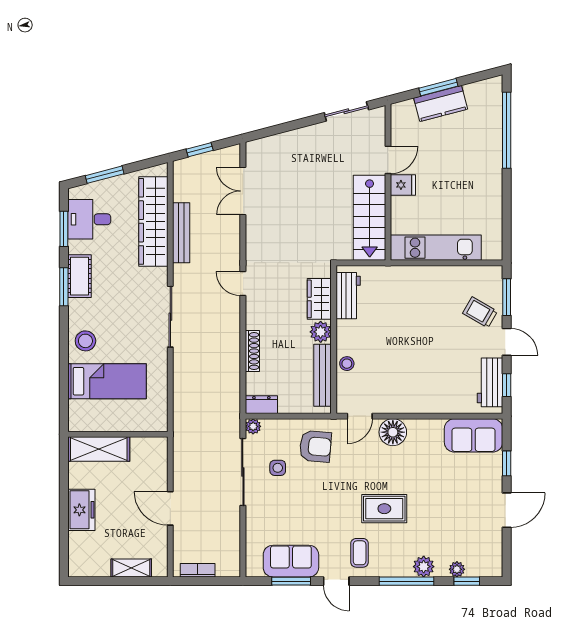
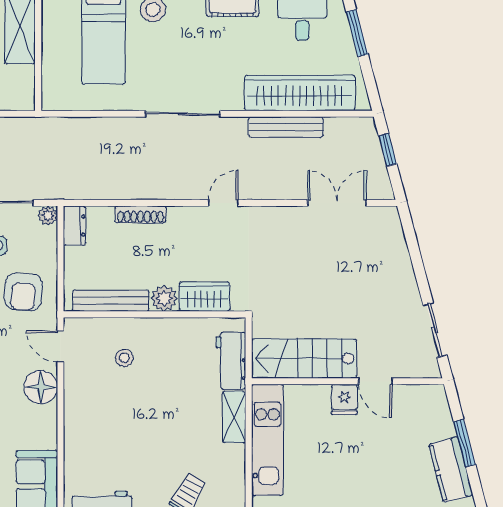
kitchen counter: (441, 104) -> (451, 470), moved
shelving: (417, 275) -> (234, 417), added
workbench: (348, 296) -> (231, 361), moved, turned 90
stool: (347, 364) -> (124, 358), moved

